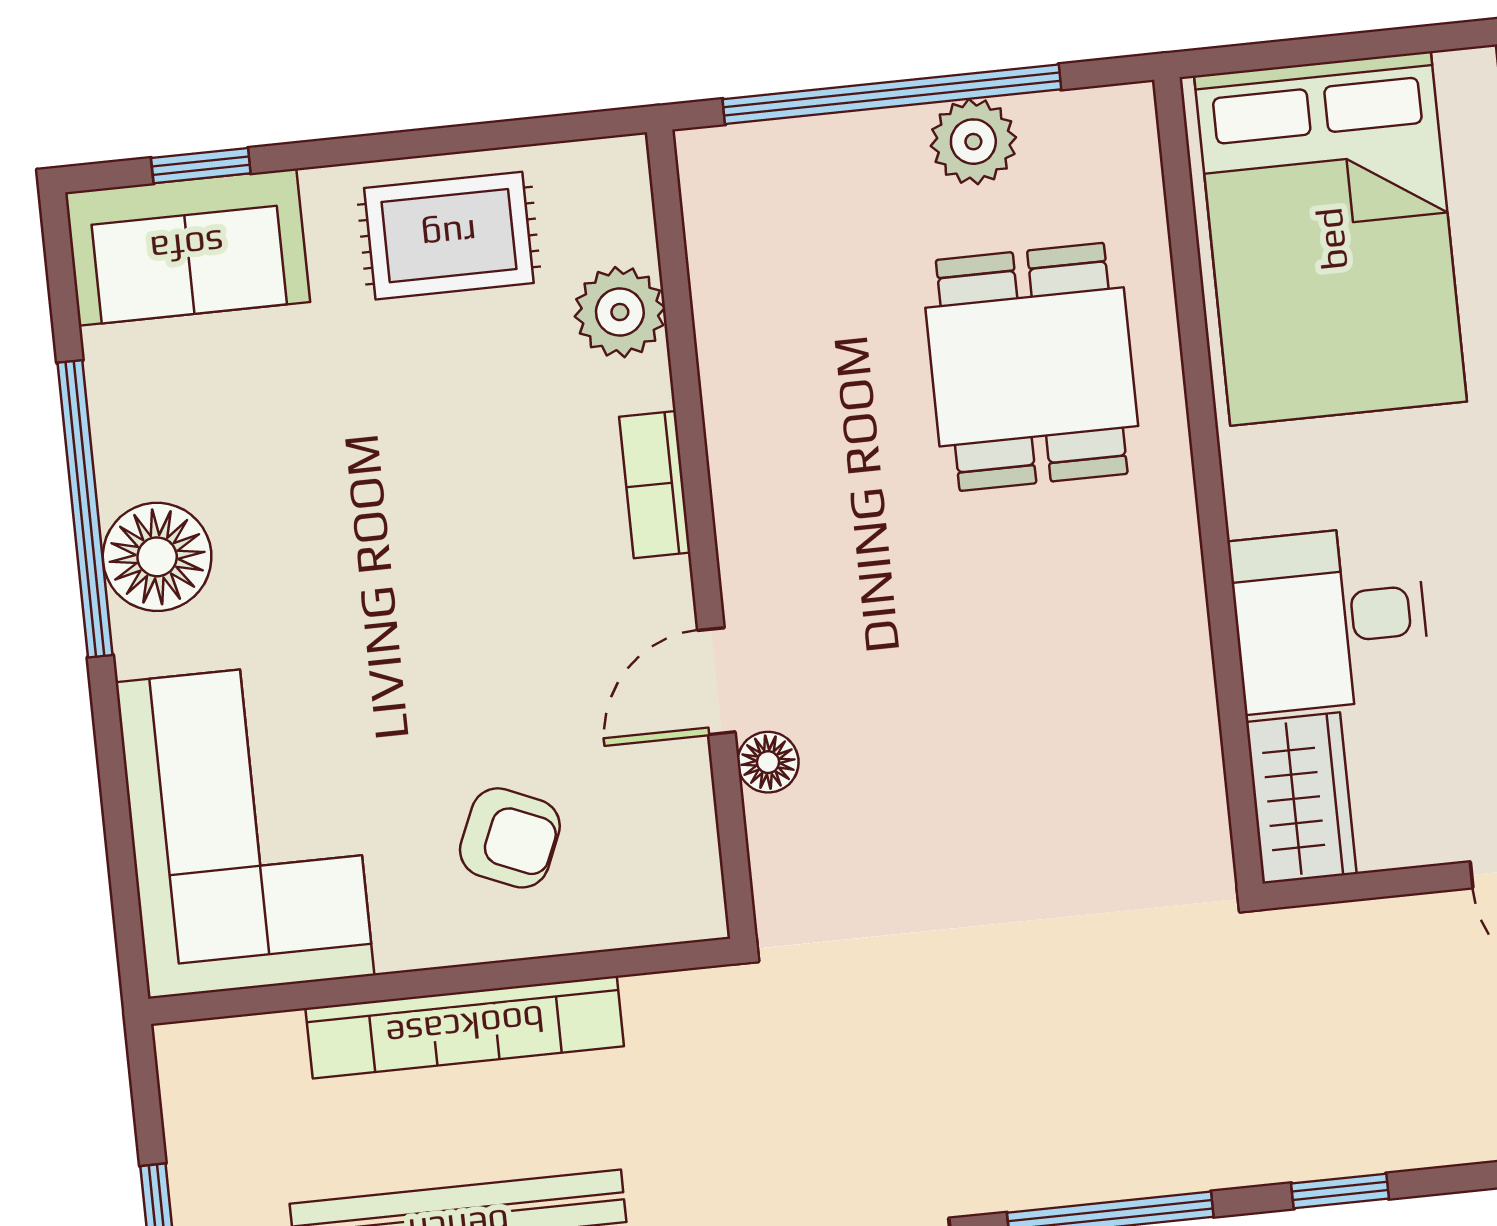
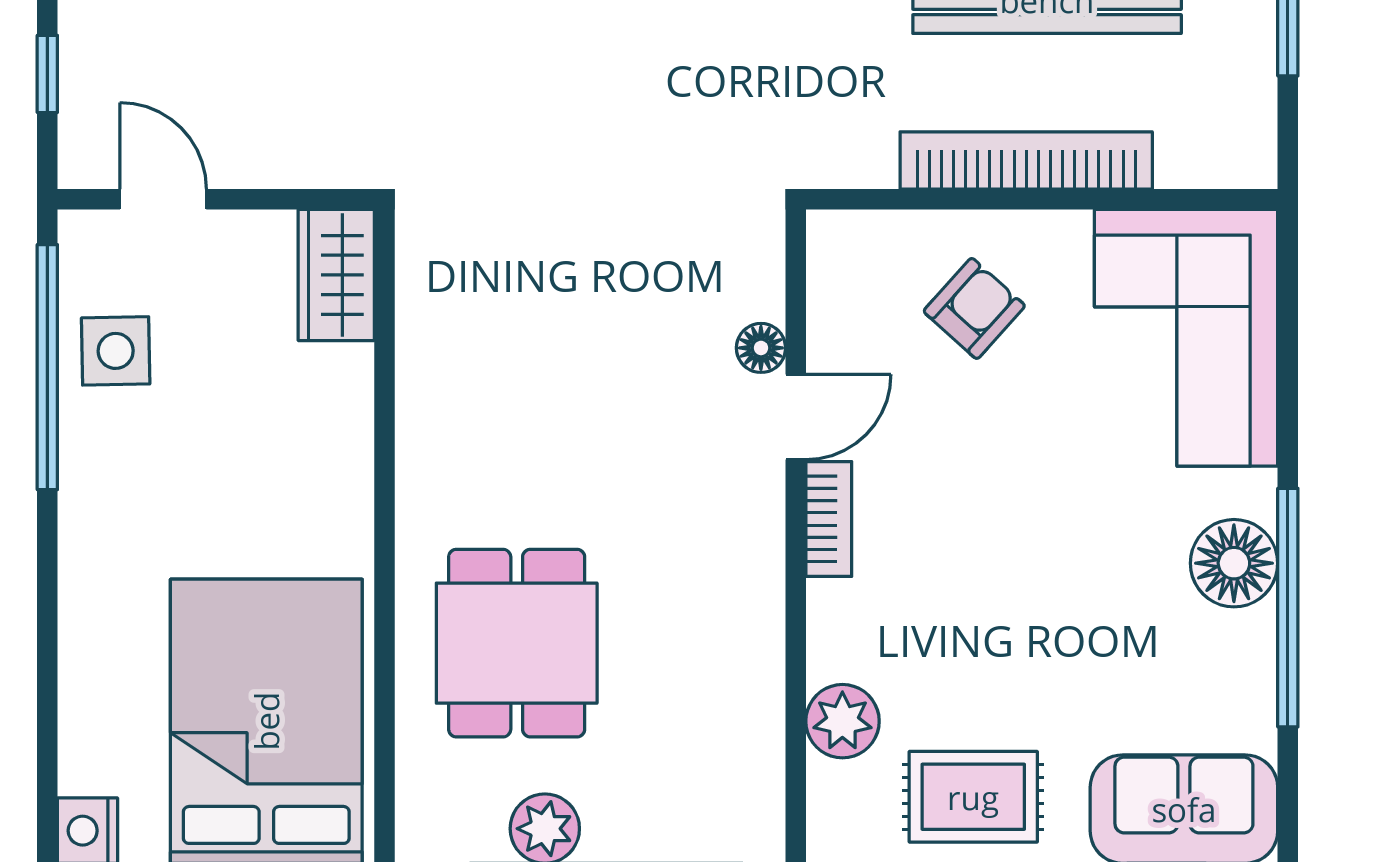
bookcase: (655, 485) -> (829, 519), moved
desk: (1330, 619) -> (298, 416), removed
armchair: (510, 838) -> (974, 308), turned 109

